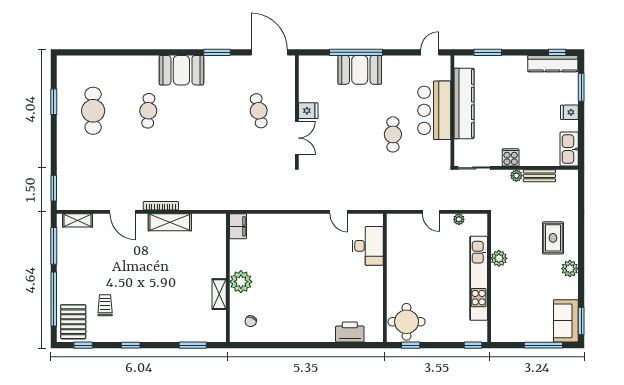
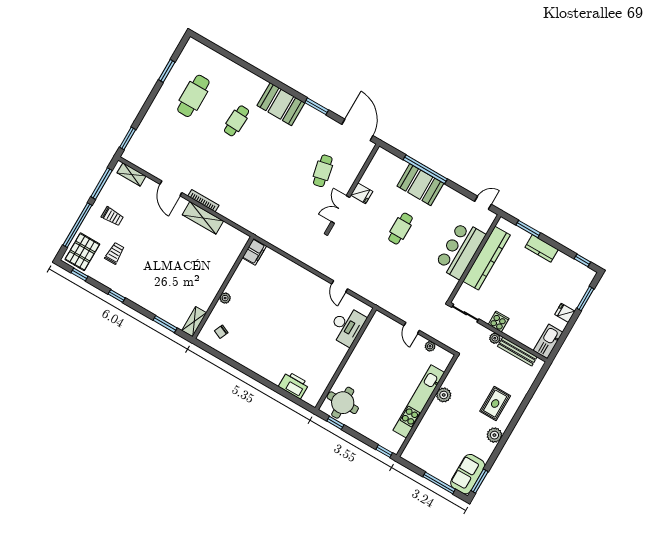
kitchen counter: (553, 64) -> (542, 248), moved, width x0.67
cafe table: (393, 134) -> (401, 229), moved
double door: (297, 138) -> (340, 209), swing flipped
bench: (539, 176) -> (517, 352), width x1.36
trolley: (82, 271) -> (112, 216), added
plant: (241, 282) -> (225, 298), width x0.53, depth x0.53
shelving: (219, 294) -> (194, 322), moved

